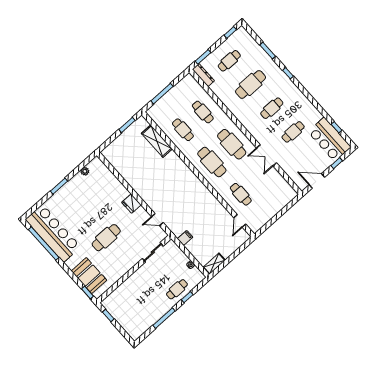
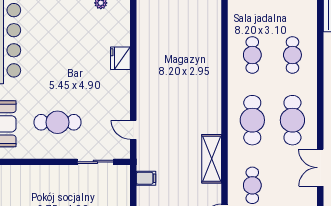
shelving: (157, 141) -> (212, 159), moved
fridge: (131, 204) -> (120, 58), moved
cafe table: (106, 238) -> (57, 122), moved

